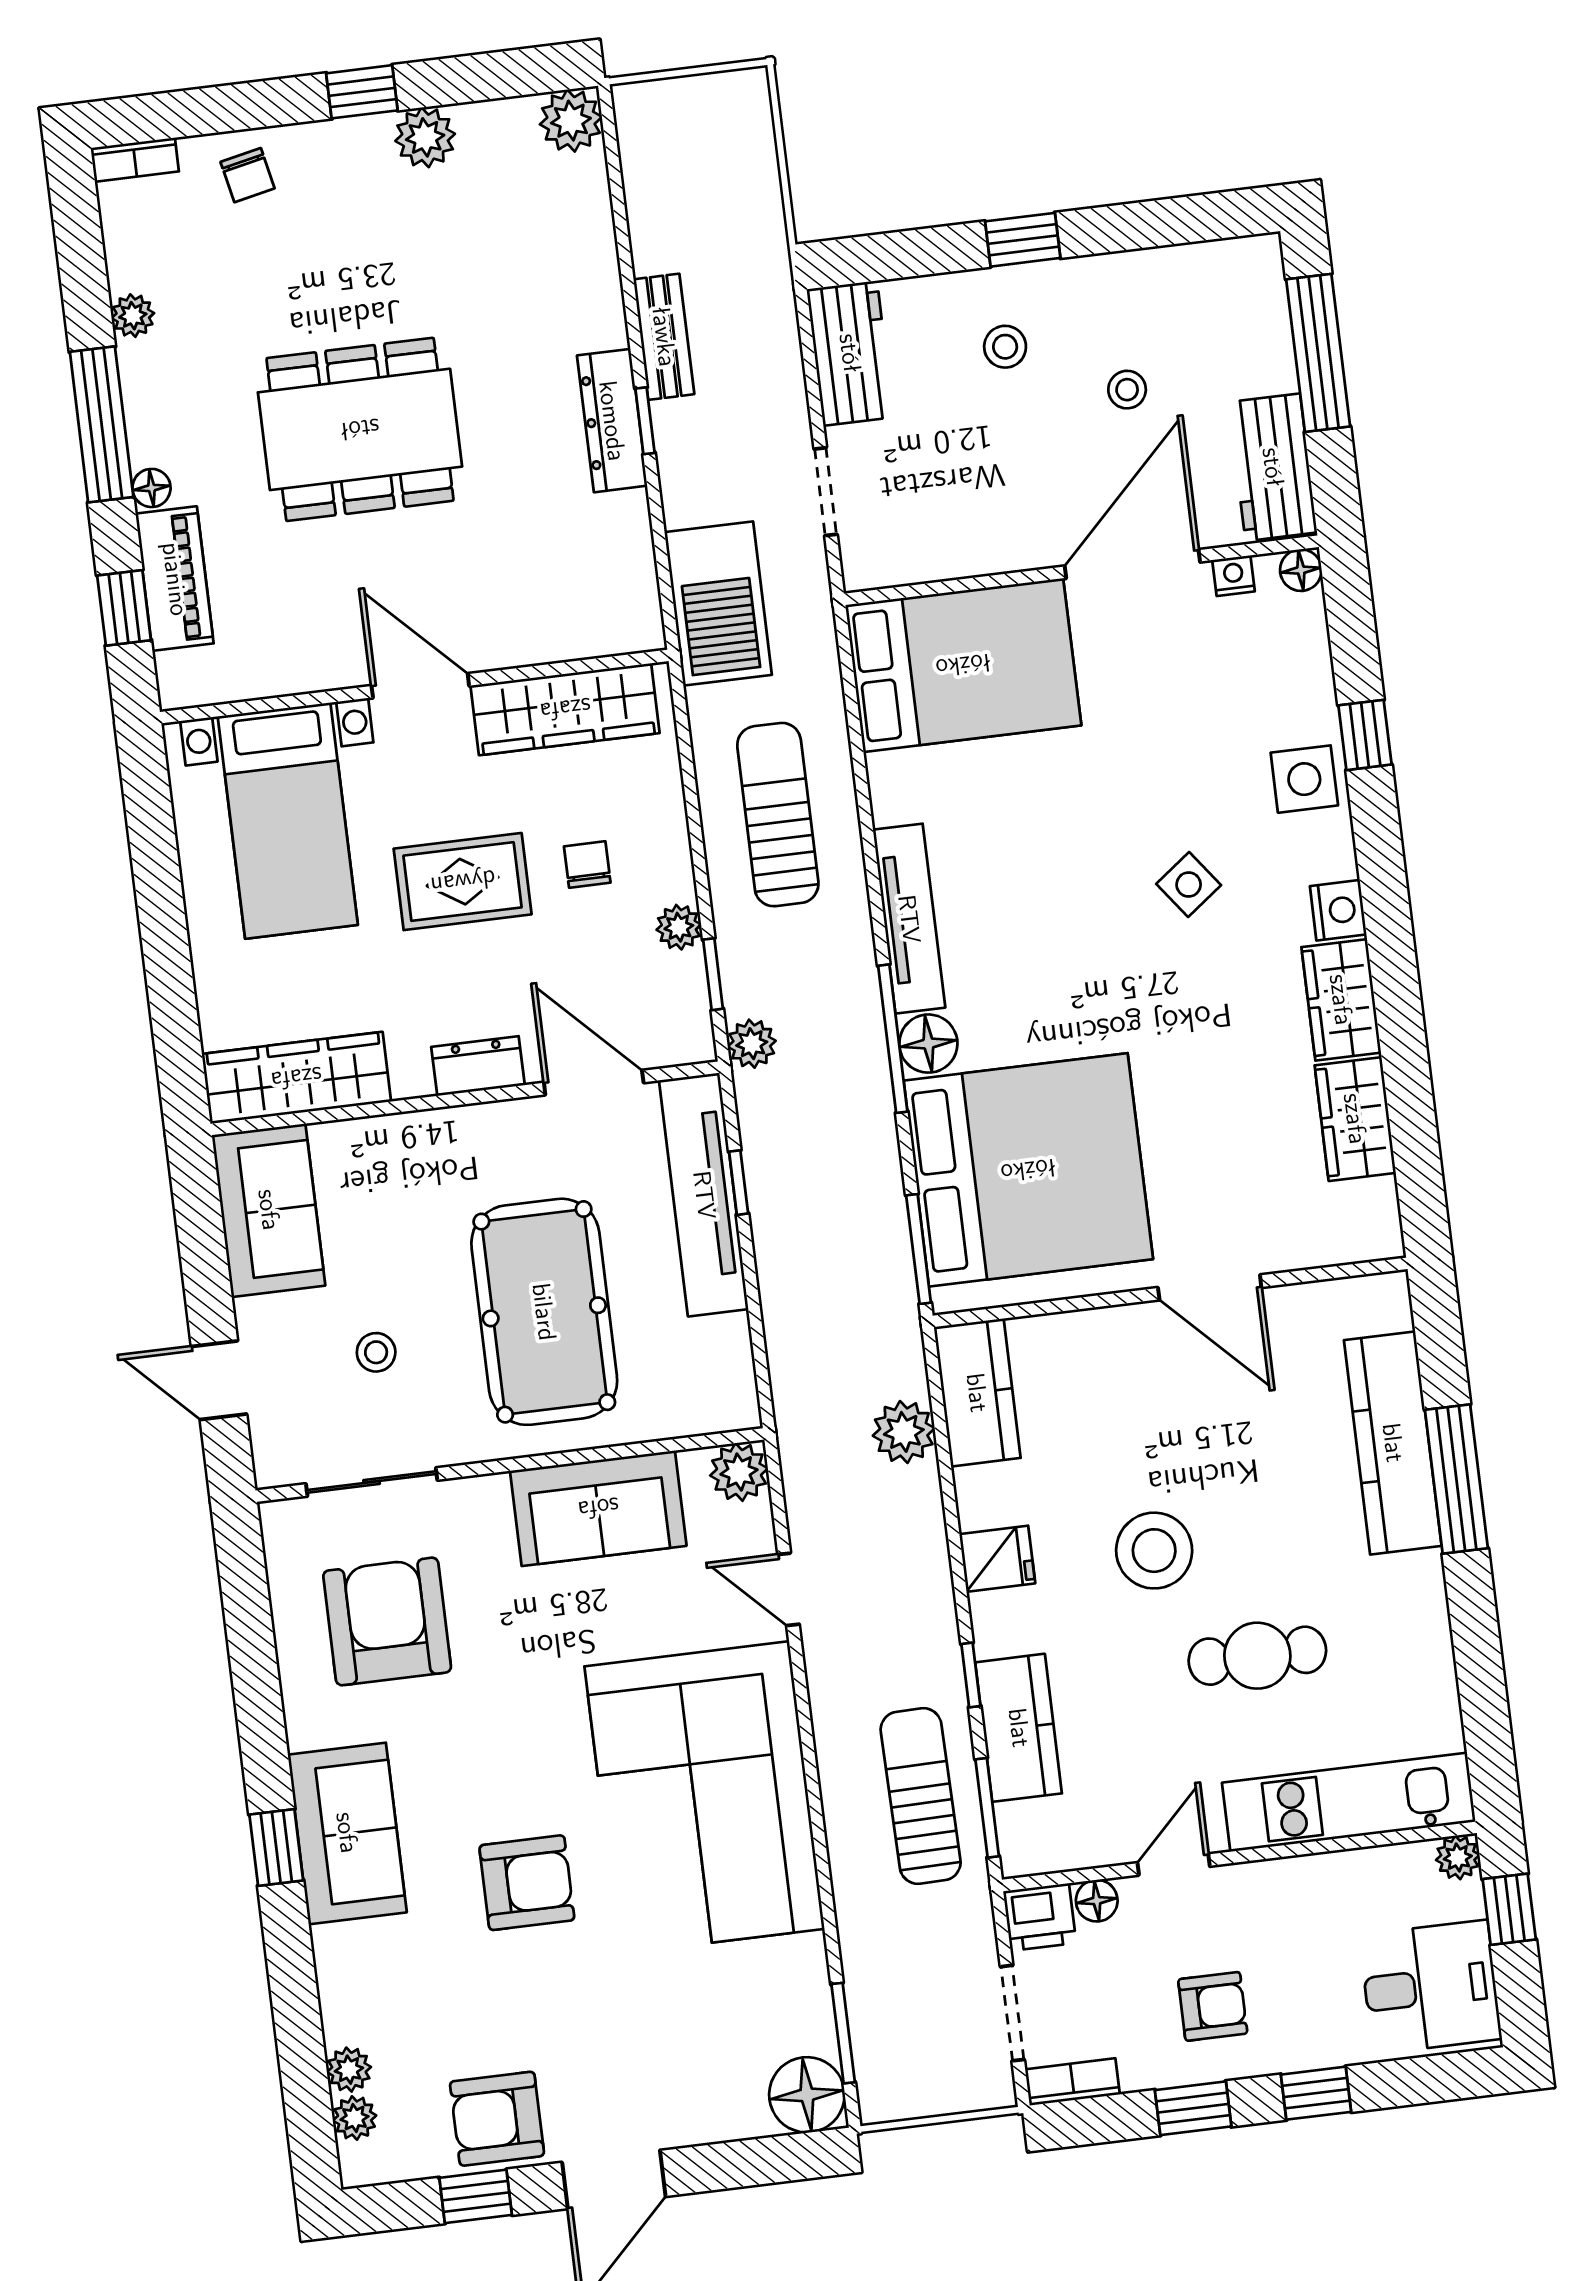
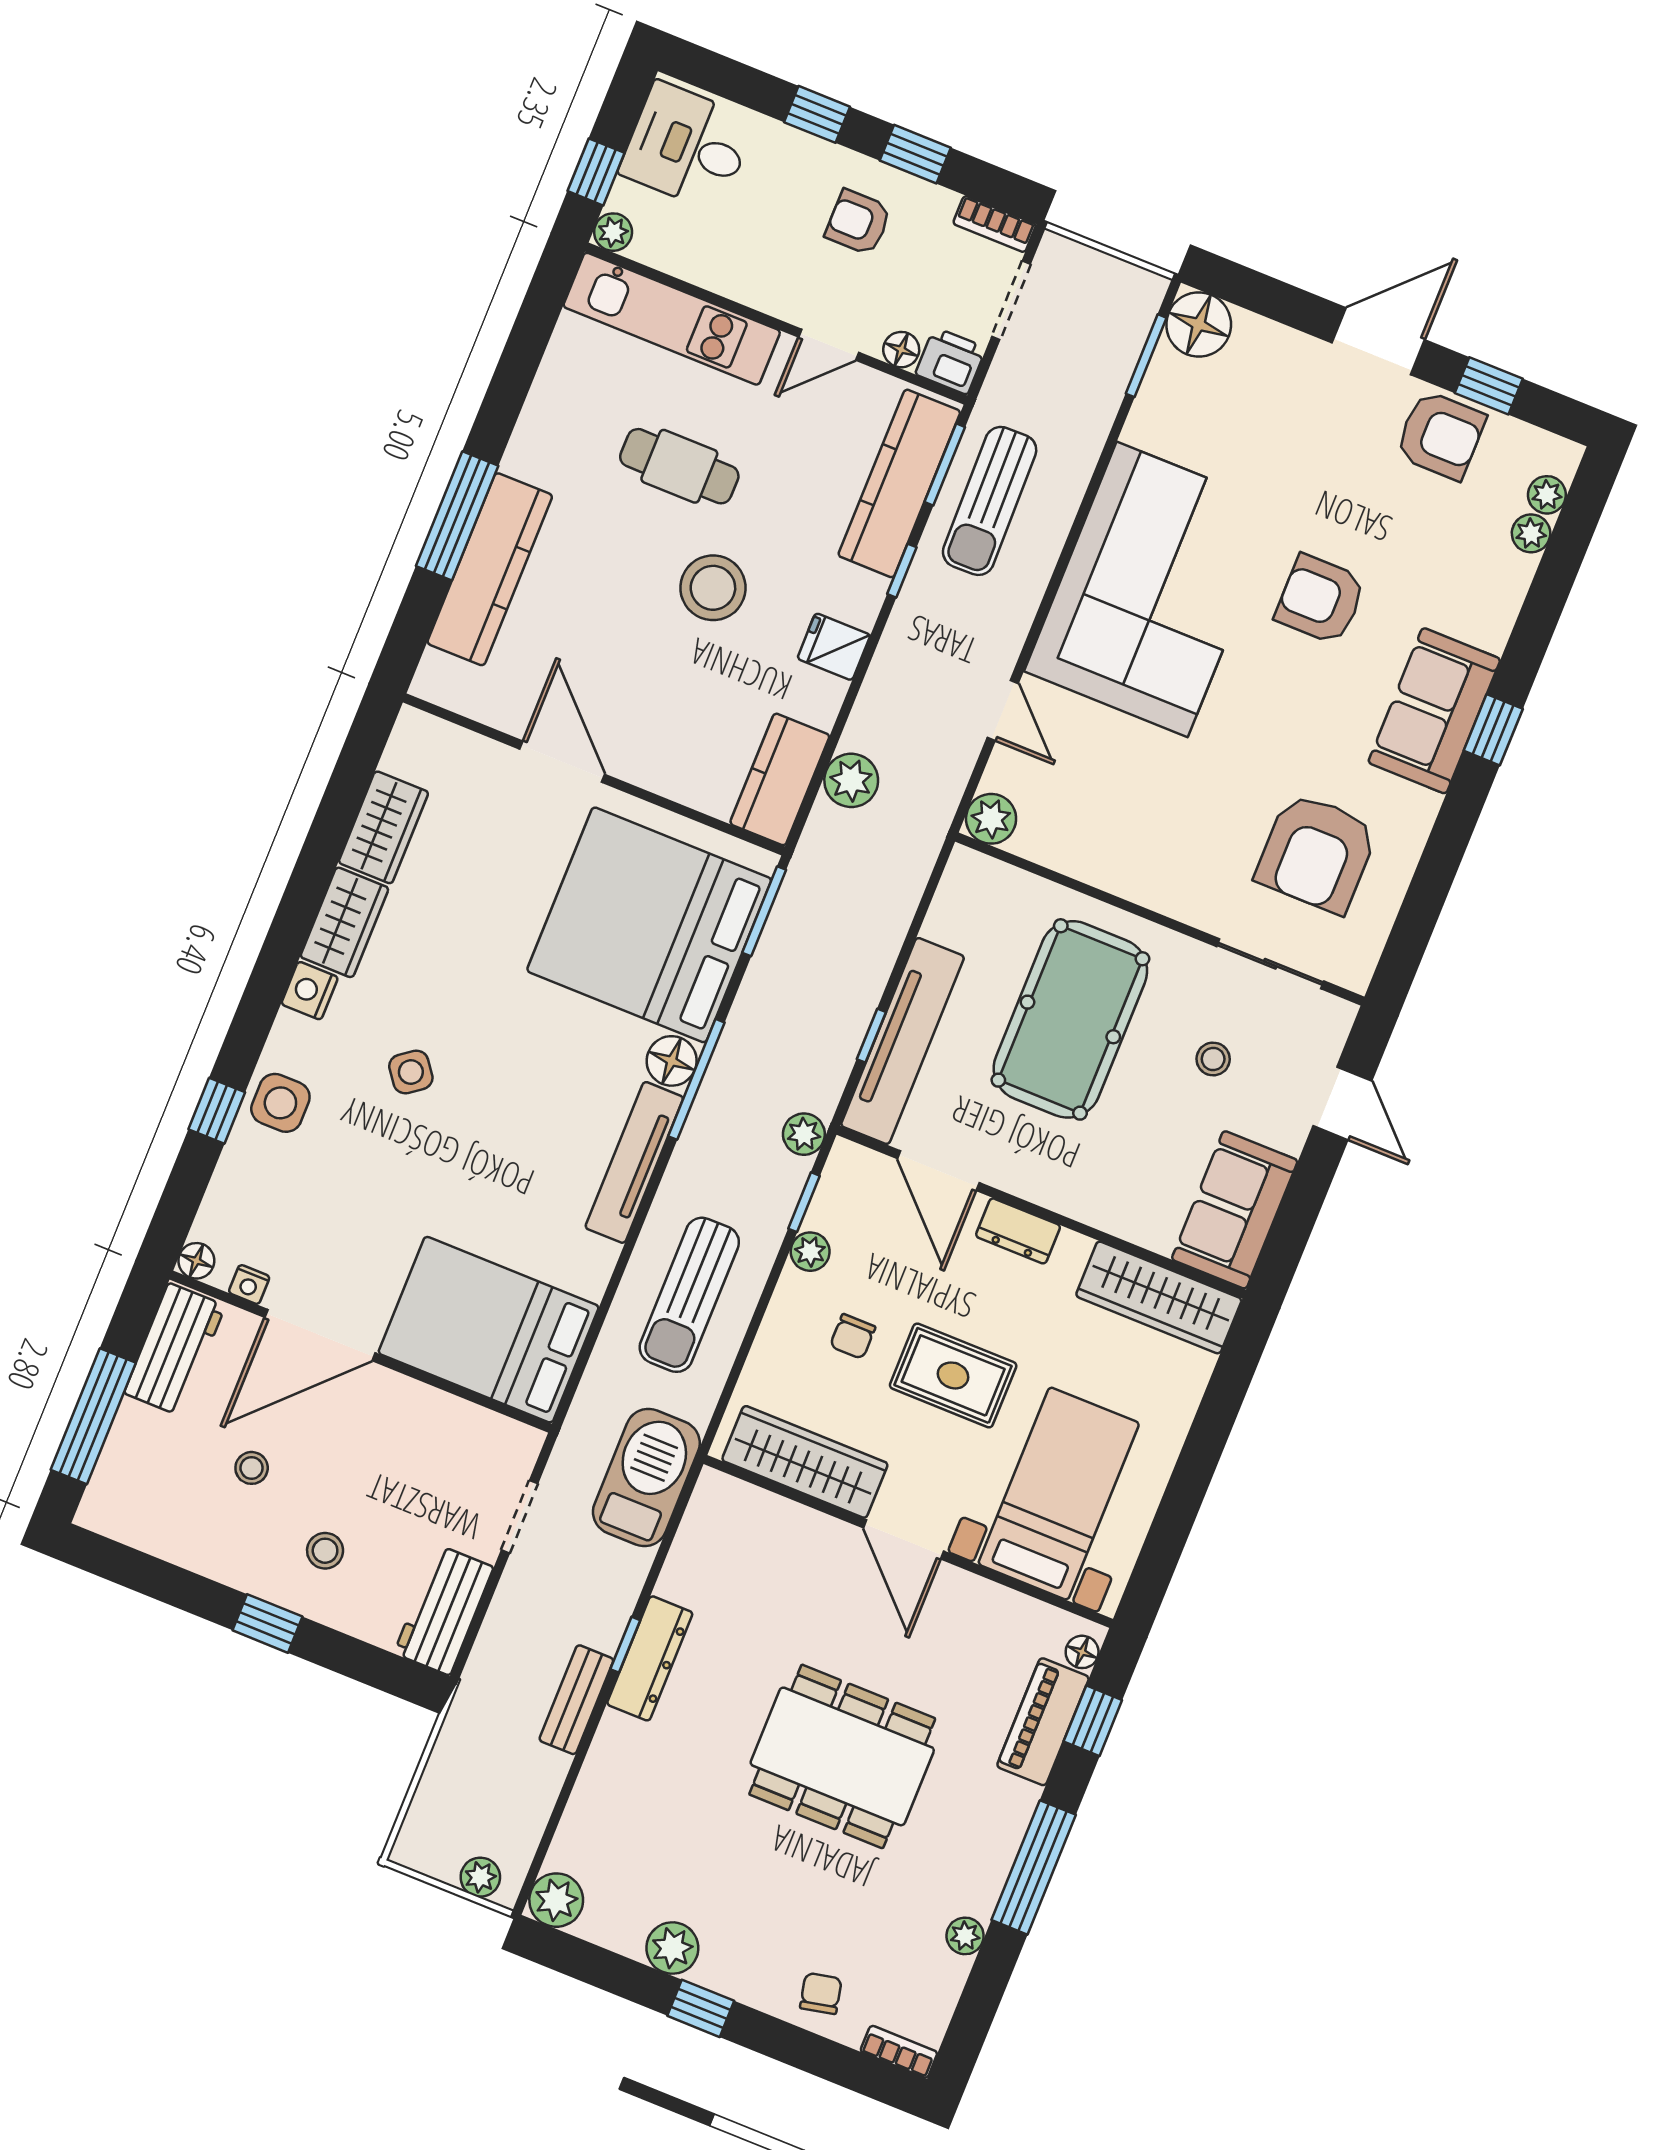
plant: (661, 101) -> (480, 1877), added
floor lamp: (152, 488) -> (1082, 1652), moved
sofa: (598, 1508) -> (1112, 850), removed
kitchen counter: (1019, 1728) -> (899, 483), width x1.50

